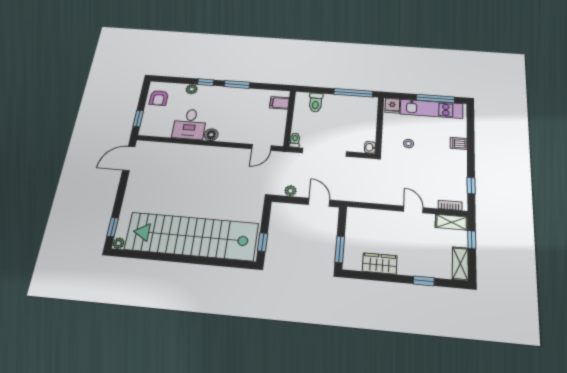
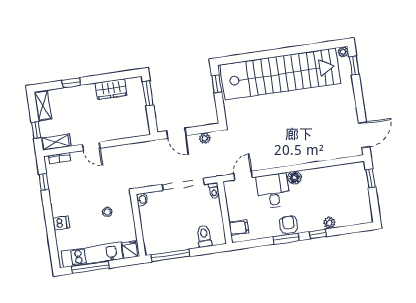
armchair: (159, 98) -> (289, 225), moved
desk: (190, 124) -> (273, 191), moved

